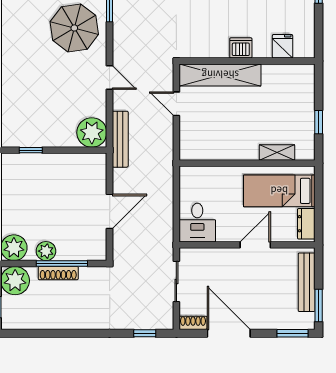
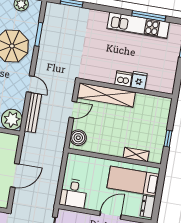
fridge: (283, 46) -> (139, 80), moved
door: (176, 104) -> (73, 110), swing flipped
bench: (120, 139) -> (33, 113), moved
boiler: (191, 142) -> (78, 138), added

